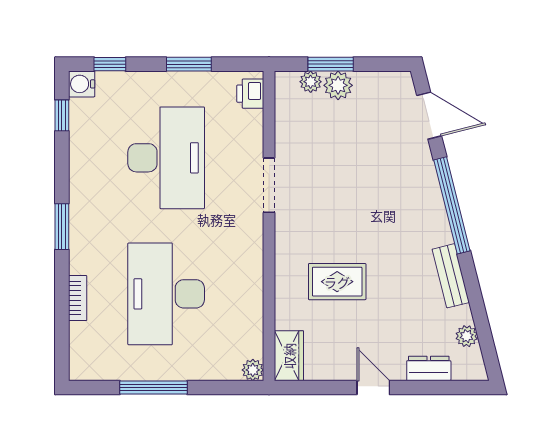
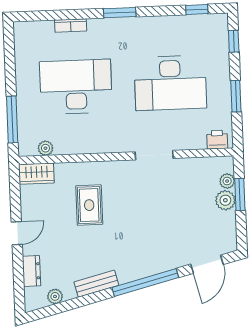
water cooler: (82, 84) -> (219, 22), removed
plant: (253, 370) -> (45, 148), moved
window: (154, 388) -> (12, 119), moved

